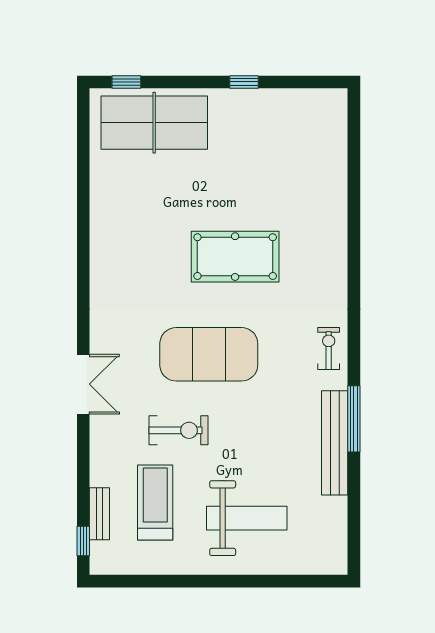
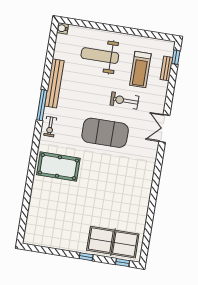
window: (244, 82) -> (86, 257), moved
pool table: (235, 257) -> (58, 167), moved
window: (354, 419) -> (42, 105), moved
water cooler: (336, 564) -> (62, 28), added

